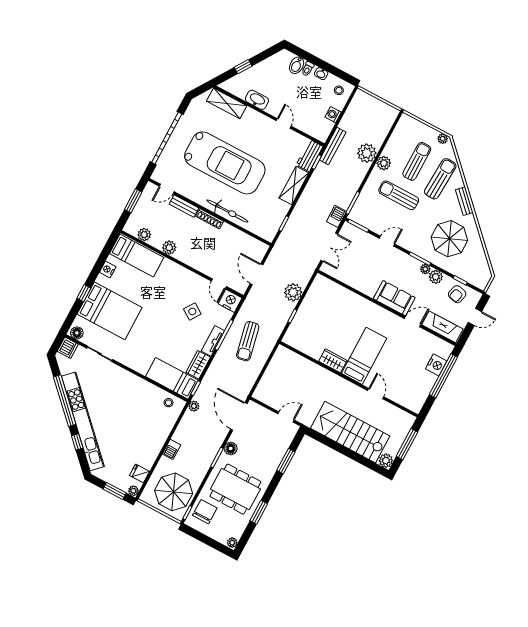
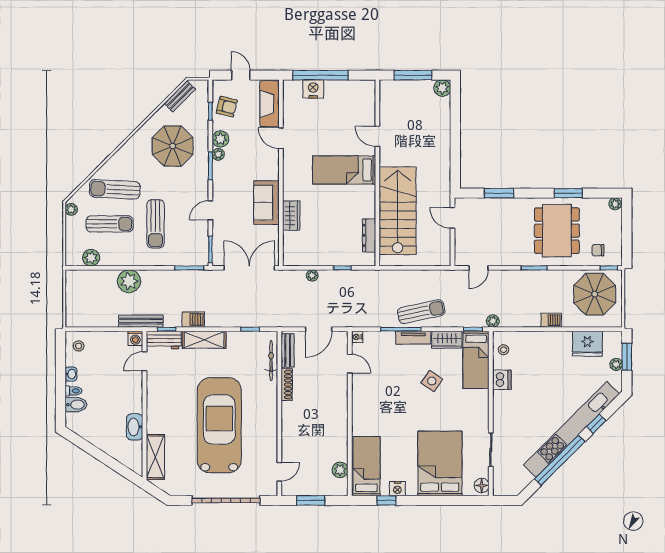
window: (243, 67) -> (107, 460), removed
washing machine: (333, 115) -> (135, 338), moved
door: (284, 123) -> (145, 361), moved
sun lounger: (417, 161) -> (110, 224), turned 180
plant: (384, 163) -> (91, 258), moved
door: (167, 189) -> (279, 472), hinge flipped
bench: (464, 201) -> (180, 96), moved
bench: (184, 206) -> (288, 350), moved
bicycle: (227, 211) -> (271, 361), moved, width x0.73, depth x0.71
barbecue: (336, 216) -> (193, 320), moved, turned 180
shoe rack: (210, 219) -> (287, 385), moved
door: (387, 241) -> (210, 210), hinge flipped
double door: (329, 247) -> (249, 268), width x1.37
plant: (169, 248) -> (340, 436), removed
door: (219, 284) -> (350, 364), hinge flipped
plant: (293, 292) -> (312, 275), width x0.53, depth x0.53
window: (84, 293) -> (387, 500), moved
sofa: (394, 298) -> (266, 203), moved
nightstand: (230, 301) -> (357, 337), width x0.53, depth x0.56
side table: (192, 311) -> (432, 381), moved
sun lounger: (248, 341) -> (421, 312), moved
dishwasher: (68, 348) -> (502, 380), moved, turned 90
dresser: (306, 348) -> (369, 235), added
wardrobe: (333, 361) -> (291, 216), moved, turned 180
door: (376, 394) -> (377, 136), hinge flipped
door: (239, 416) -> (478, 268), width x0.53
stairs: (350, 432) -> (398, 211), moved, turned 180
floor lamp: (231, 448) -> (517, 258), removed
fridge: (140, 473) -> (587, 344), width x1.88, depth x1.34
plant: (133, 491) -> (616, 364), moved
chair: (205, 512) -> (598, 250), width x0.54, depth x0.54

